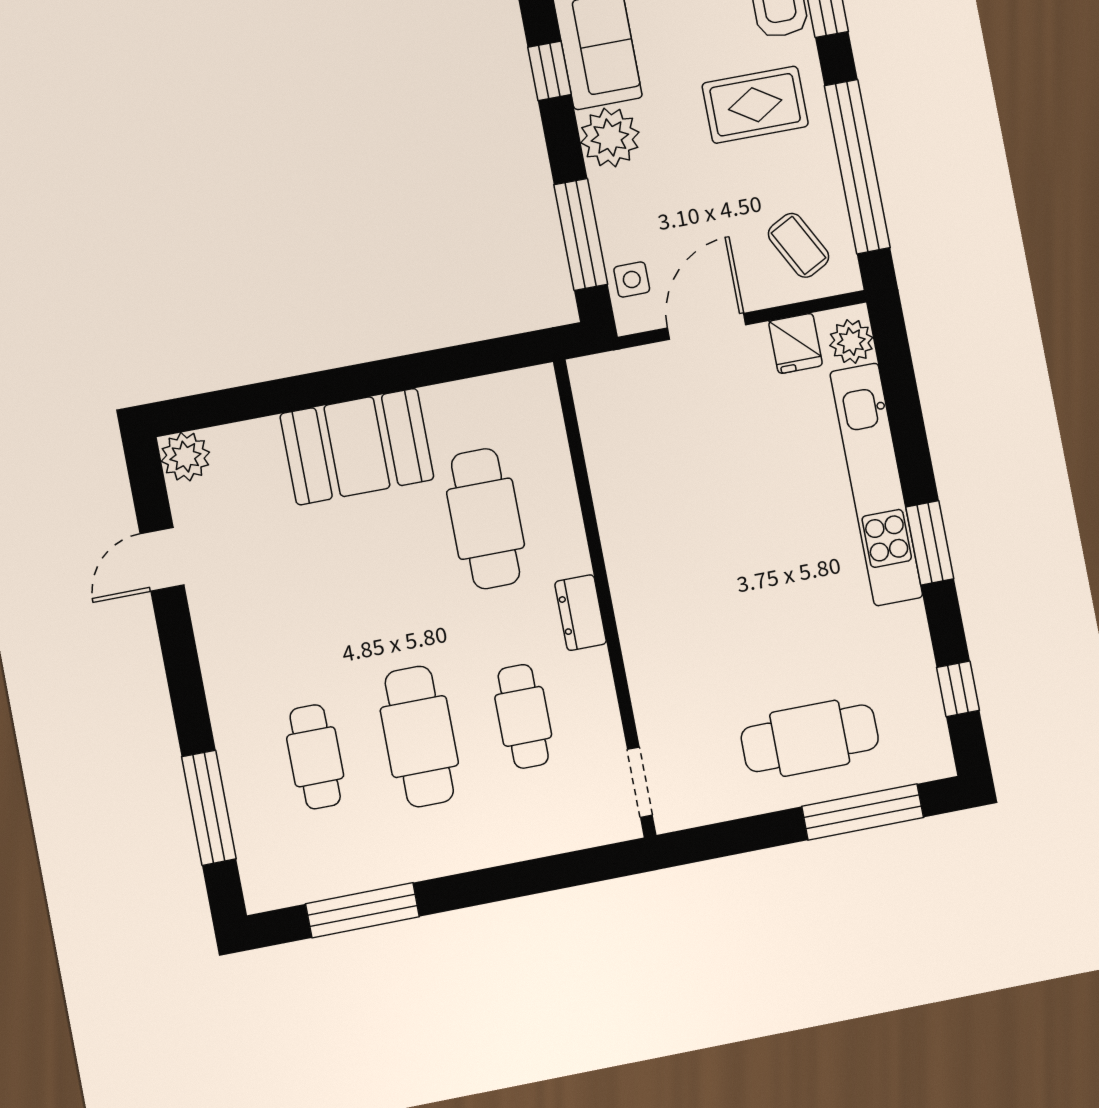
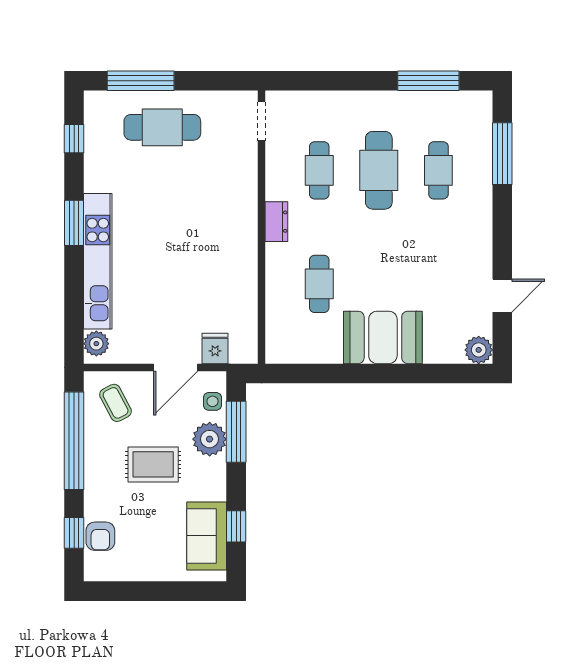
rug: (755, 105) -> (153, 464), moved
plant: (610, 138) -> (210, 439), moved
fridge: (796, 343) -> (215, 348), moved
cafe table: (486, 519) -> (319, 284), width x0.73, depth x0.74

